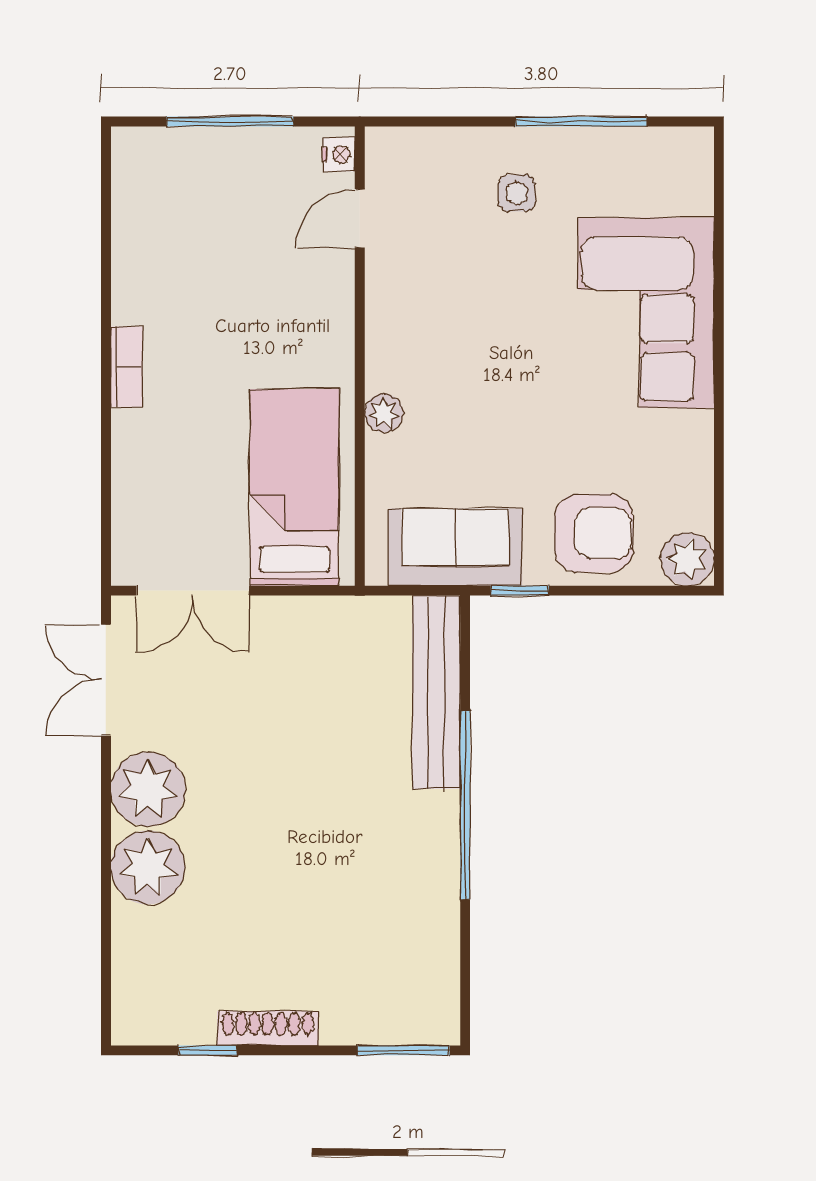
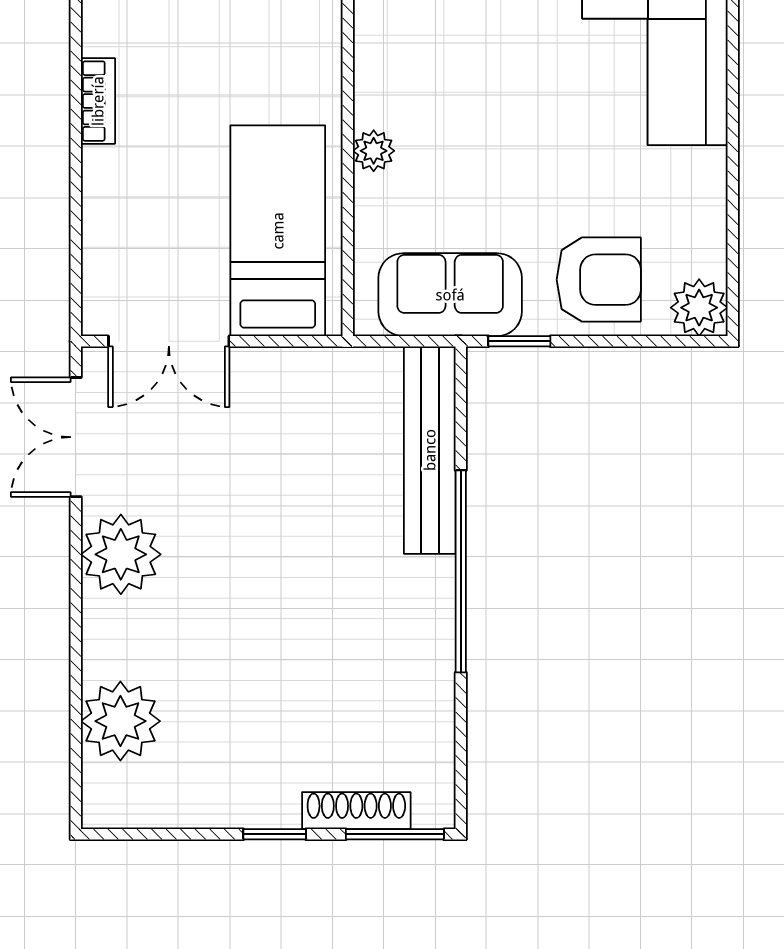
plant: (148, 868) -> (120, 721), moved
shoe rack: (268, 1028) -> (356, 811), moved
window: (208, 1050) -> (275, 834), moved

